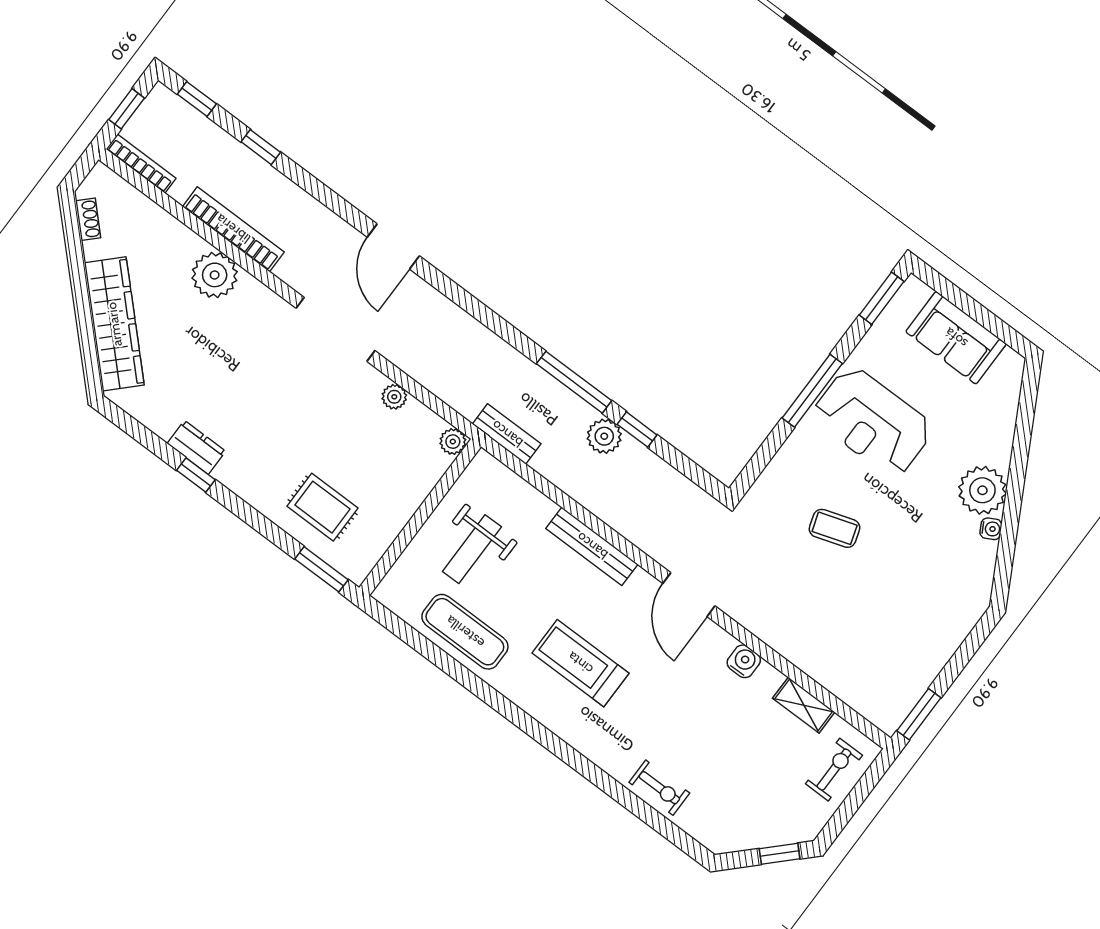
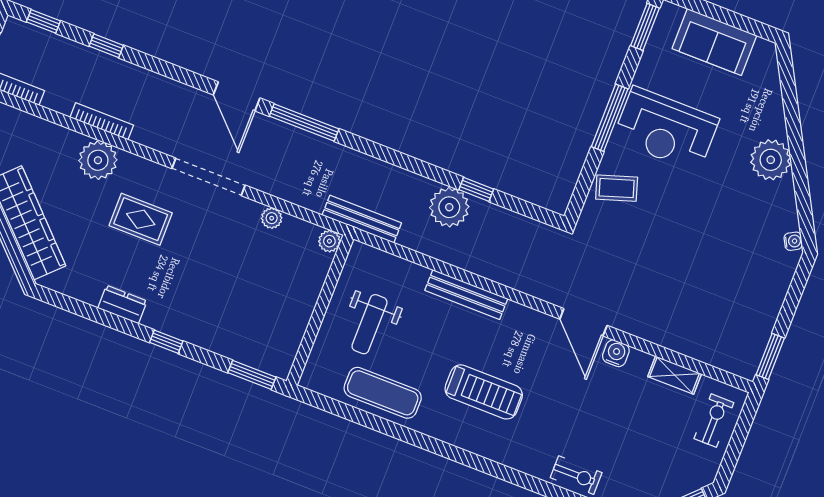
bookcase: (233, 229) -> (102, 121), width x0.68, depth x0.76
window: (574, 382) -> (304, 123), moved
bench: (507, 434) -> (362, 219), width x1.36
plant: (604, 436) -> (449, 207), width x1.36, depth x1.36
window: (196, 475) -> (166, 342), moved
rug: (322, 507) -> (141, 219), moved
coffee table: (835, 528) -> (617, 188), moved
water cooler: (991, 529) -> (793, 241), moved
door: (689, 595) -> (583, 322), moved
treadmill: (580, 663) -> (484, 392), turned 180

